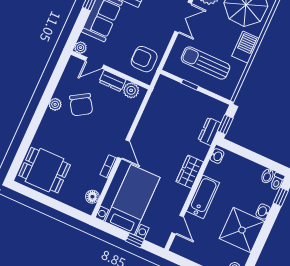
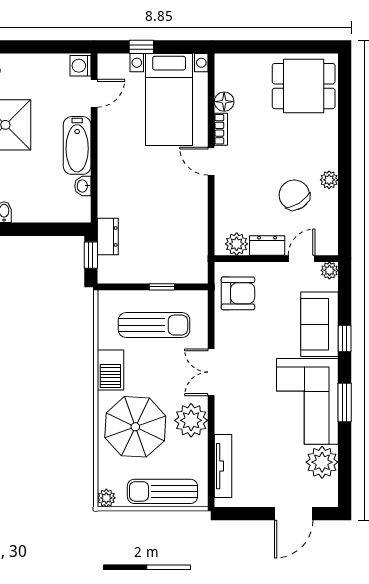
washbasin: (217, 156) -> (83, 186), moved
wardrobe: (190, 172) -> (110, 171), removed
floor lamp: (92, 197) -> (224, 102), moved
door: (178, 225) -> (94, 93), swing flipped
washing machine: (178, 246) -> (80, 66), added

